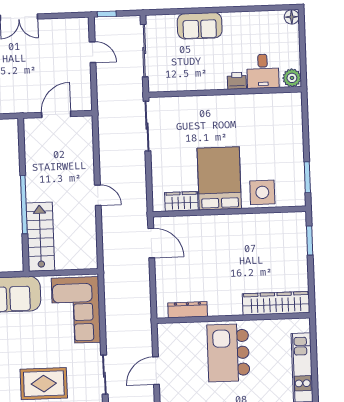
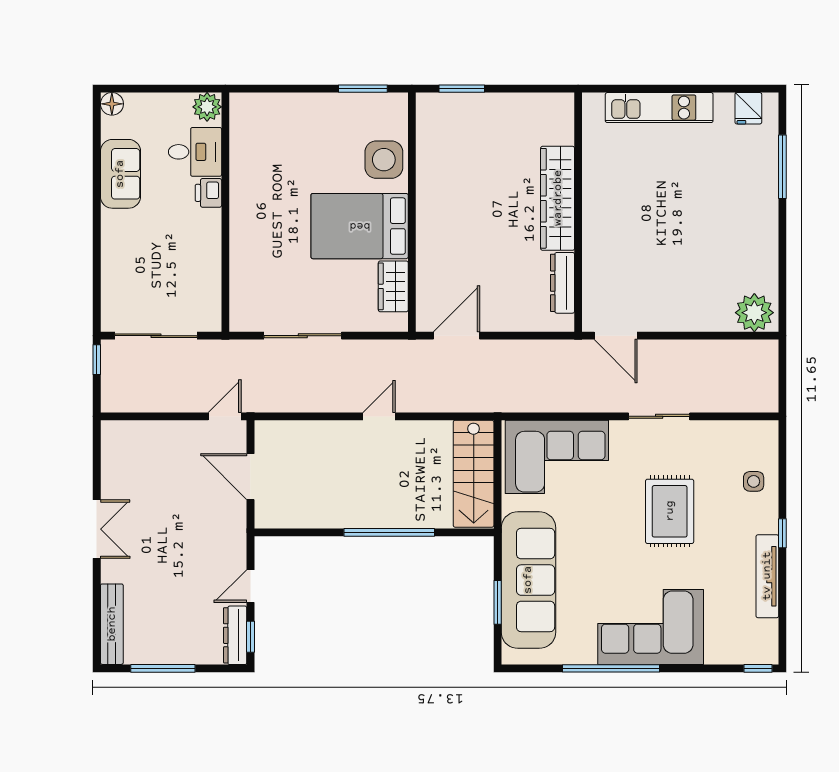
window: (107, 14) -> (97, 360), moved
sofa: (200, 26) -> (120, 174), moved
door: (93, 52) -> (225, 416), moved
sliding door: (147, 126) -> (303, 336), moved
stairs: (40, 237) -> (474, 474), moved, turned -90
wardrobe: (276, 303) -> (558, 198), moved
kitchen island: (228, 353) -> (632, 222), removed
door: (156, 371) -> (616, 336), moved

